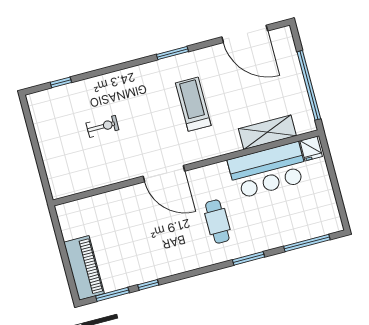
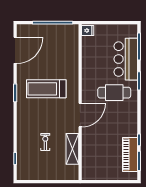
treadmill: (193, 104) -> (46, 89), width x1.37, depth x1.38
shelving: (267, 132) -> (72, 149), moved
bar counter: (268, 170) -> (126, 59), moved, turned 180
cafe table: (217, 222) -> (114, 93), width x1.37, depth x1.35
piano: (84, 268) -> (130, 154), moved, turned -90

